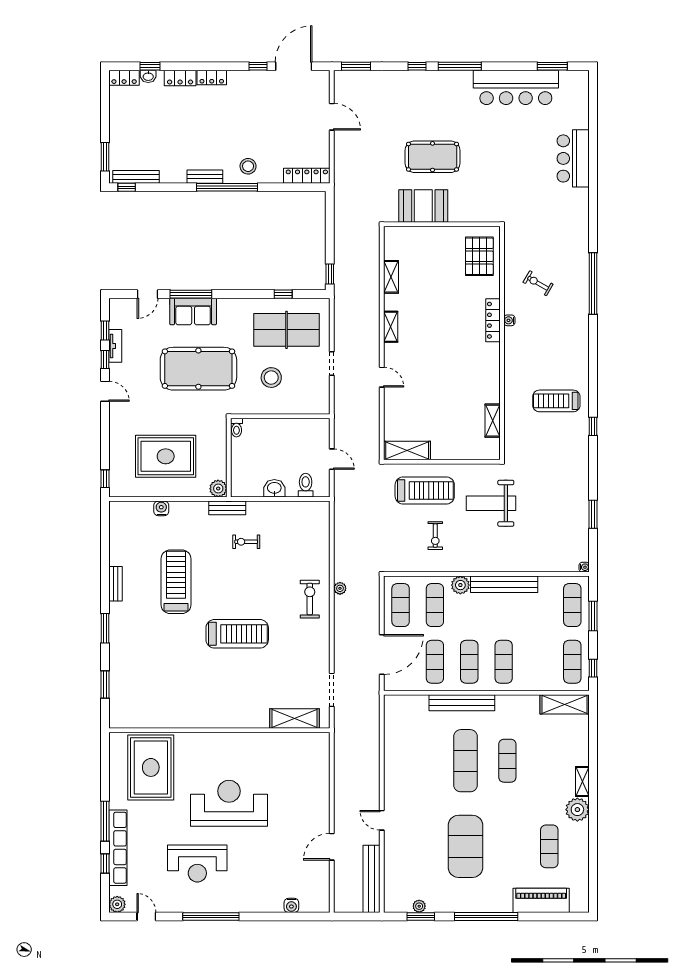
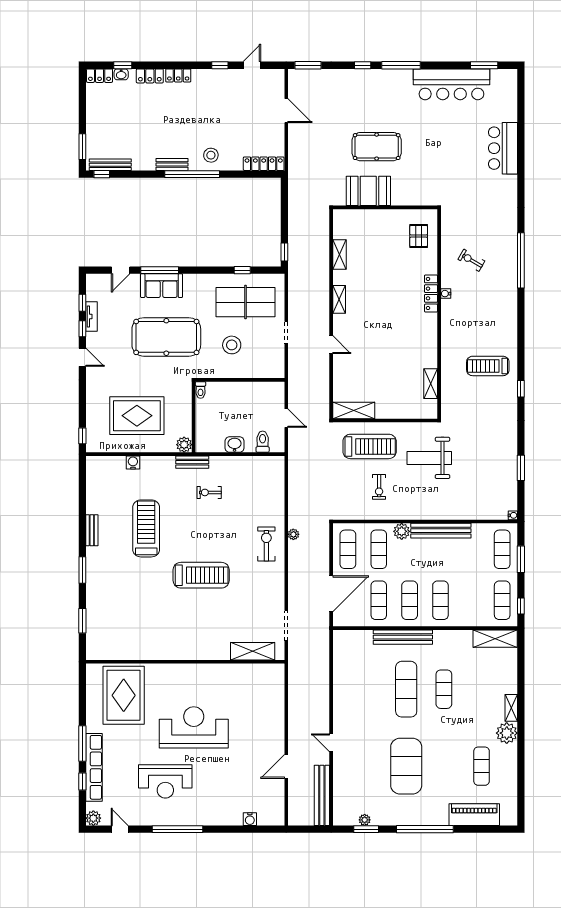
door: (294, 66) -> (252, 65), width x0.53
pallet: (479, 256) -> (419, 236), width x0.67, depth x0.71

